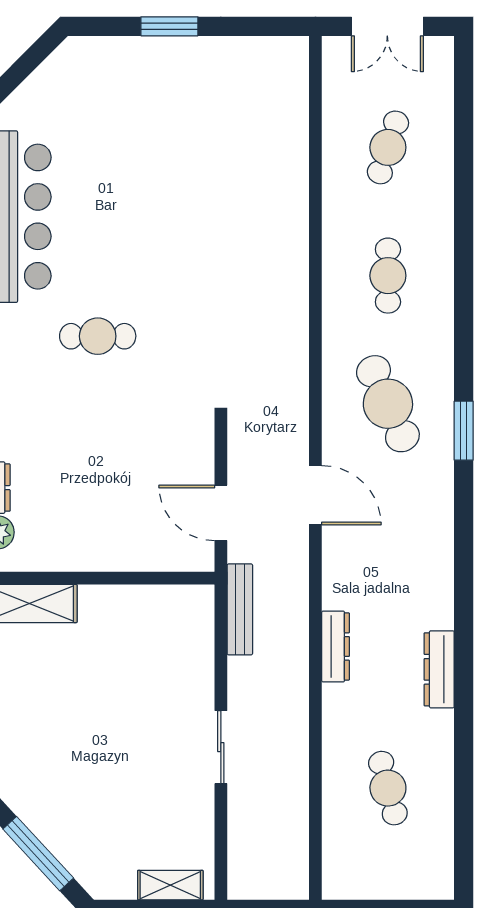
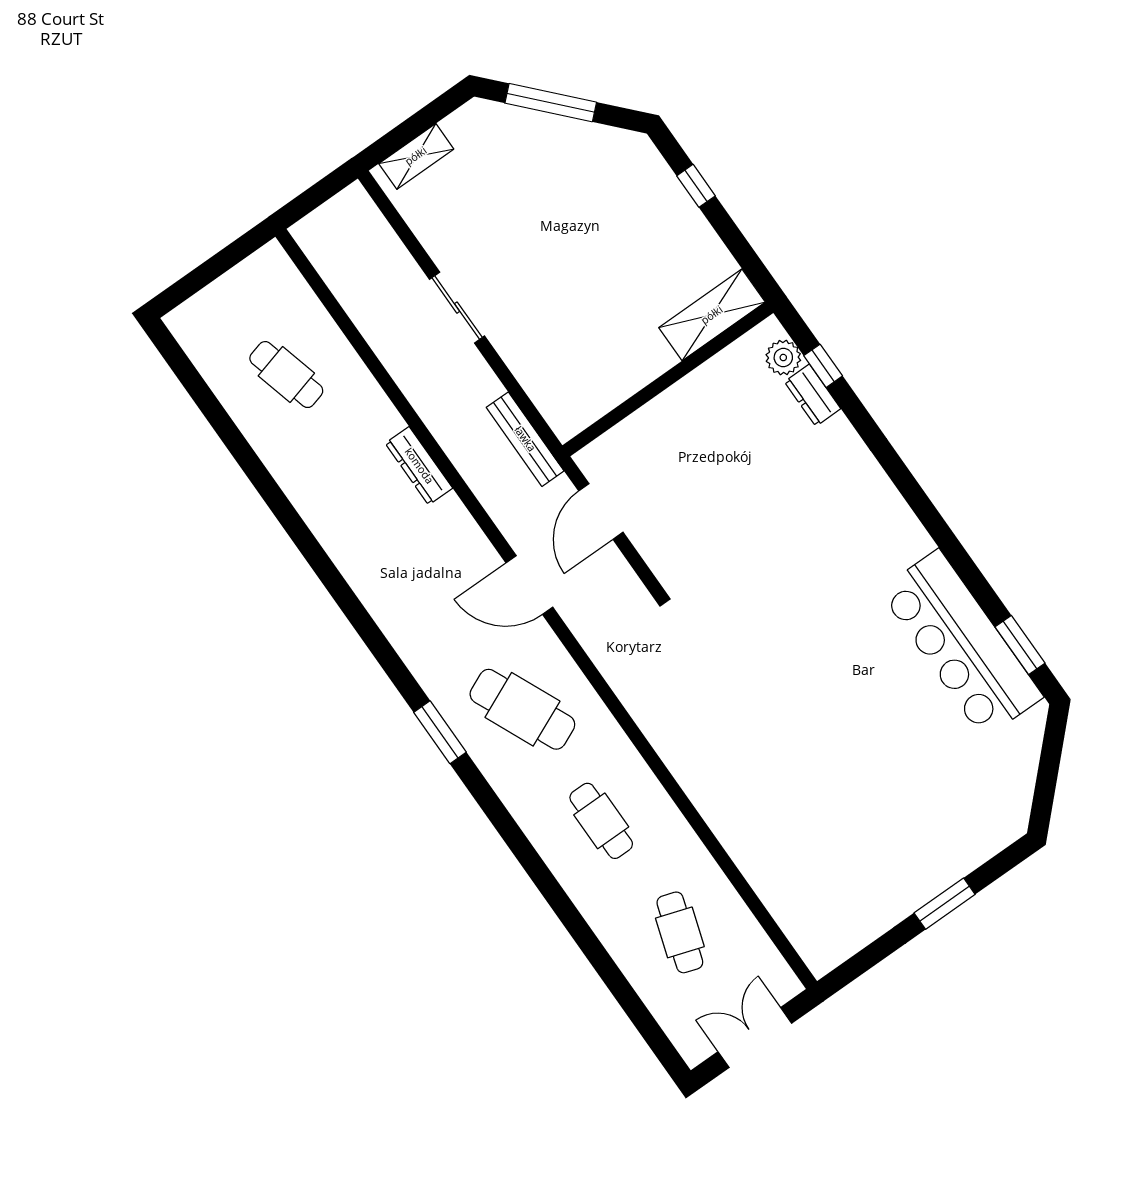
cafe table: (98, 336) -> (817, 590), removed
door: (221, 513) -> (601, 512), swing flipped
dresser: (439, 669) -> (315, 509), removed

